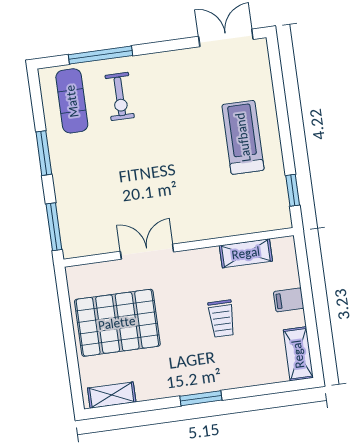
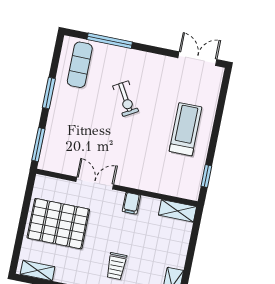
exercise bike: (120, 96) -> (126, 99), moved, turned -30
shelving: (246, 253) -> (177, 211), moved
filing cabinet: (289, 300) -> (131, 203), moved, turned -90
trolley: (222, 319) -> (116, 266), moved

